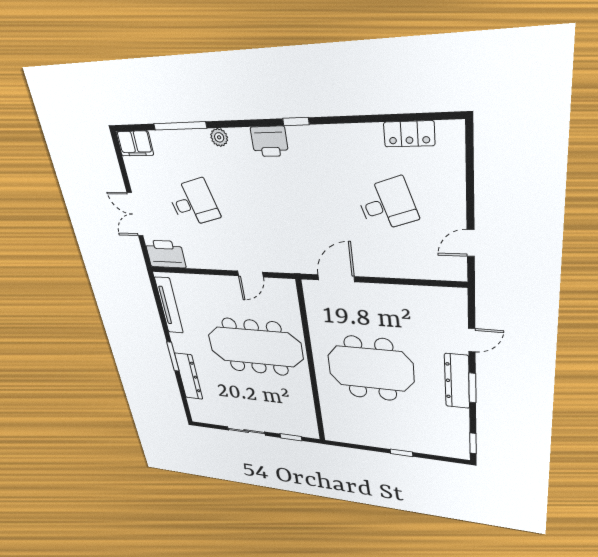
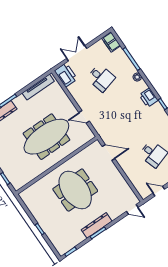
door: (472, 340) -> (132, 209), moved
meeting table: (255, 347) -> (46, 137), turned 90

